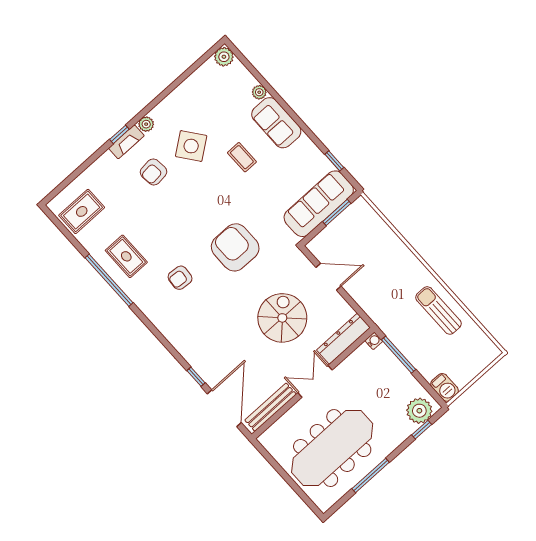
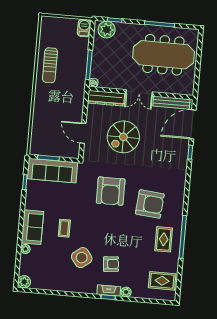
plant: (146, 124) -> (126, 292), moved
armchair: (180, 278) -> (150, 204), width x1.88, depth x1.88

